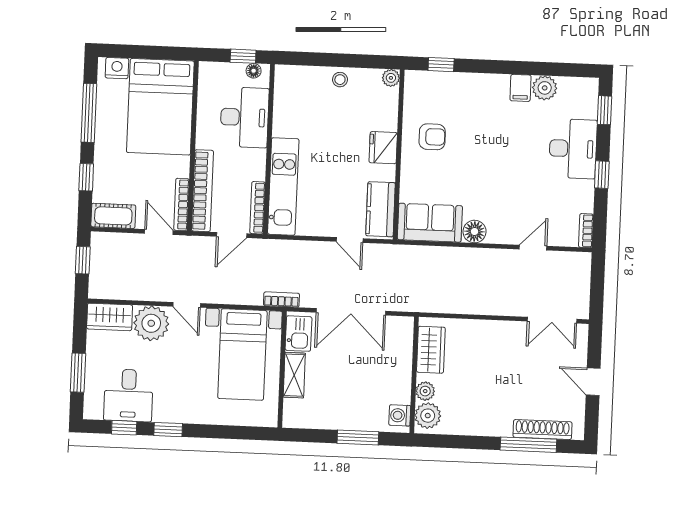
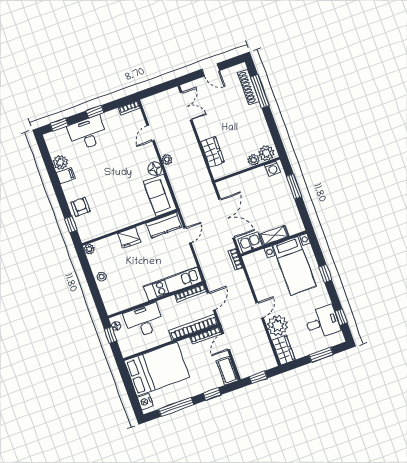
armchair: (432, 137) -> (80, 207), moved
door: (232, 235) -> (211, 301), hinge flipped
door: (533, 248) -> (151, 133), hinge flipped
plant: (481, 256) -> (167, 159), added
wardrobe: (431, 350) -> (212, 152), moved, turned 90
bed with nightstands: (242, 355) -> (294, 266), moved, turned 90
door: (593, 382) -> (211, 70), hinge flipped
window: (168, 430) -> (325, 273), moved

